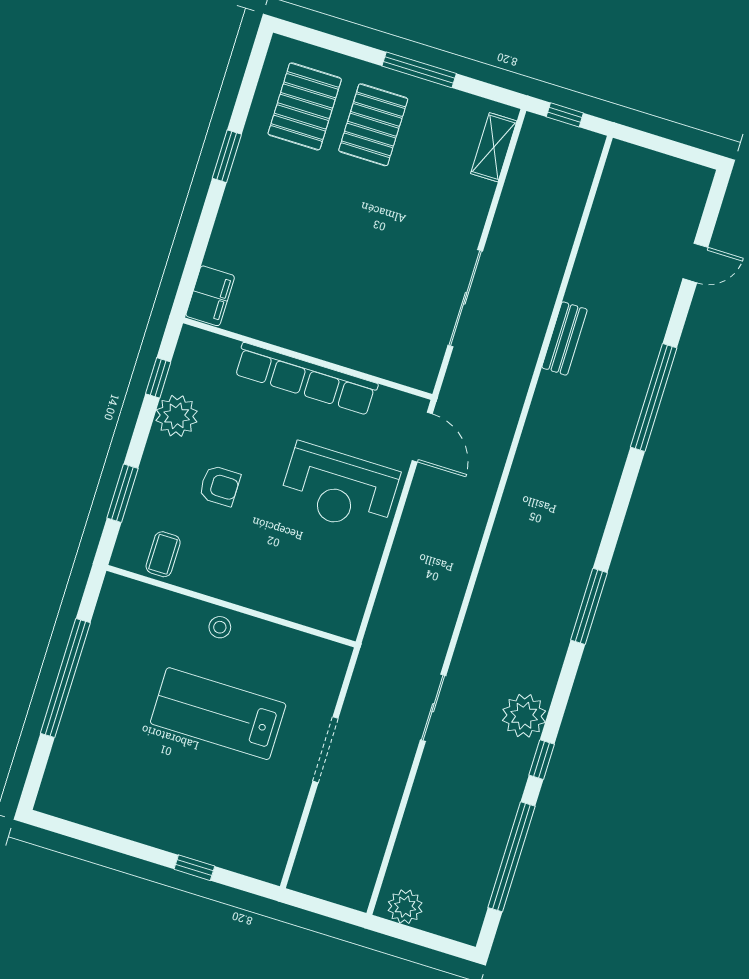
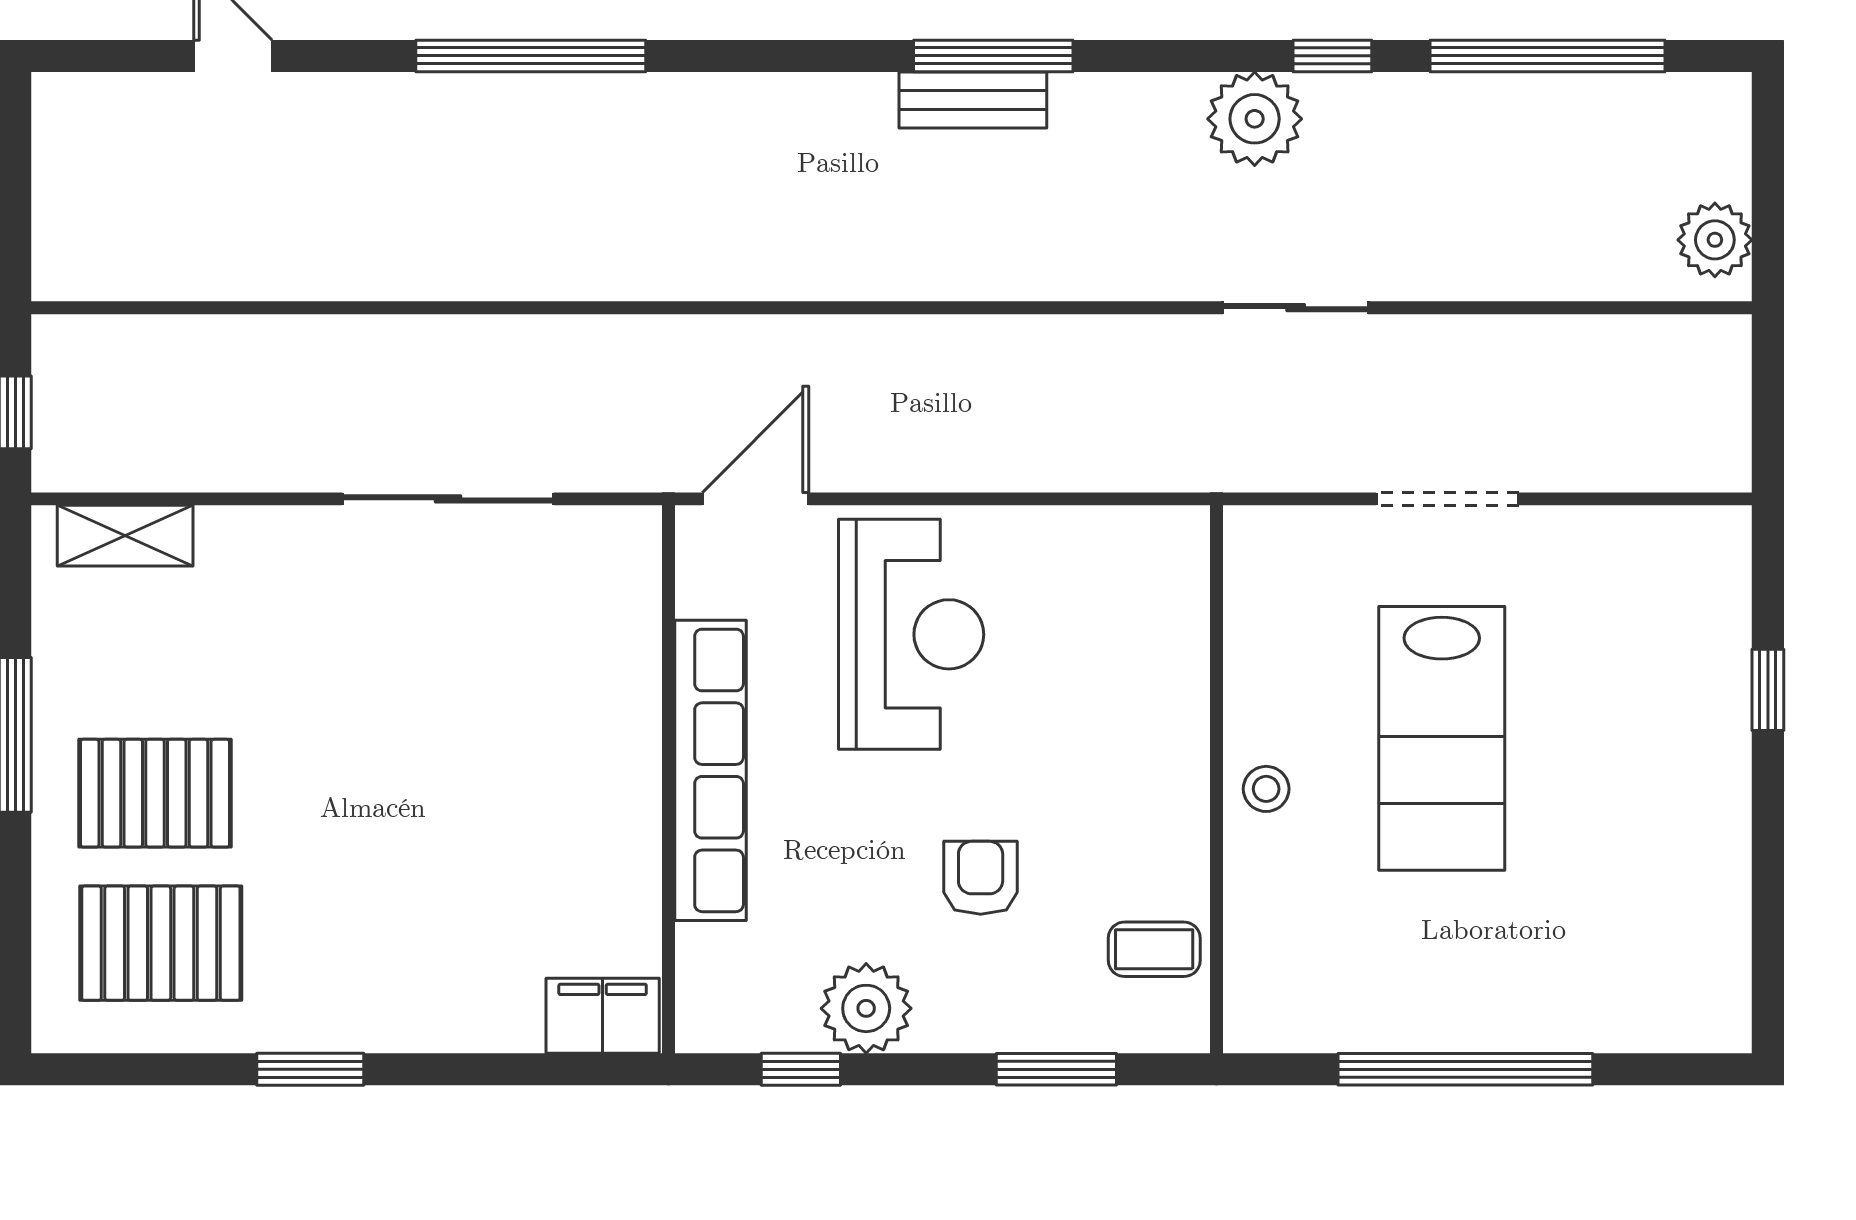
bench: (564, 338) -> (973, 100), moved

